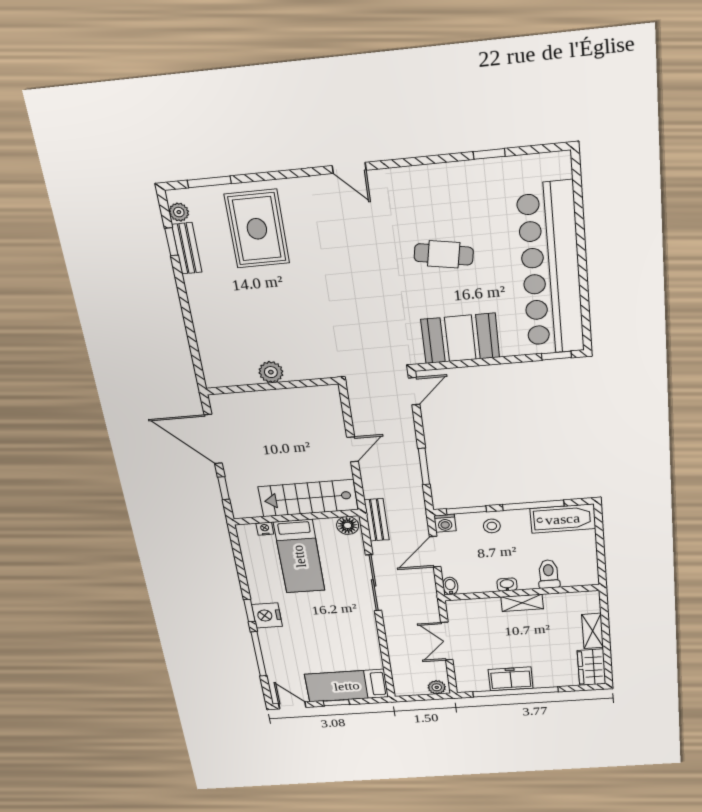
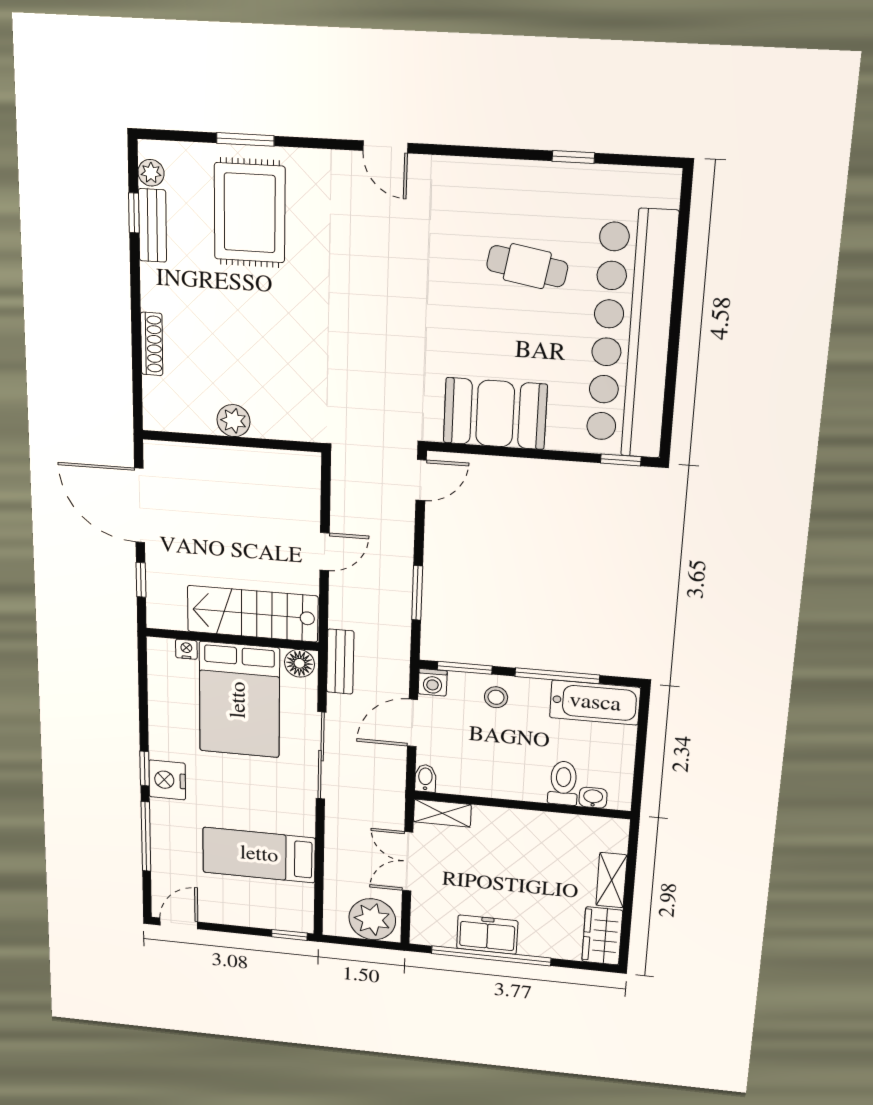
window: (209, 182) -> (245, 139), moved
cafe table: (444, 254) -> (527, 266), moved
shoe rack: (202, 329) -> (152, 344), added
bed: (299, 556) -> (239, 700), width x1.50
washbasin: (507, 585) -> (593, 798), moved
shelving: (522, 603) -> (442, 813), moved
bed: (347, 686) -> (259, 855), moved
plant: (437, 687) -> (372, 919), width x1.88, depth x1.88
window: (336, 703) -> (289, 935), moved
door: (292, 705) -> (179, 923), hinge flipped

